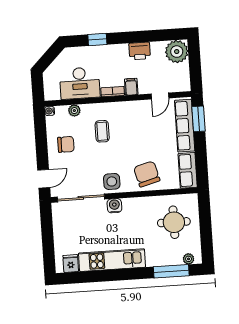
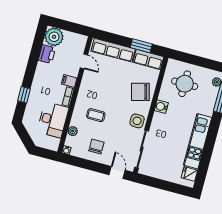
printer: (140, 51) -> (47, 54), moved
window: (198, 119) -> (141, 46), moved
water cooler: (114, 206) -> (161, 107), moved

